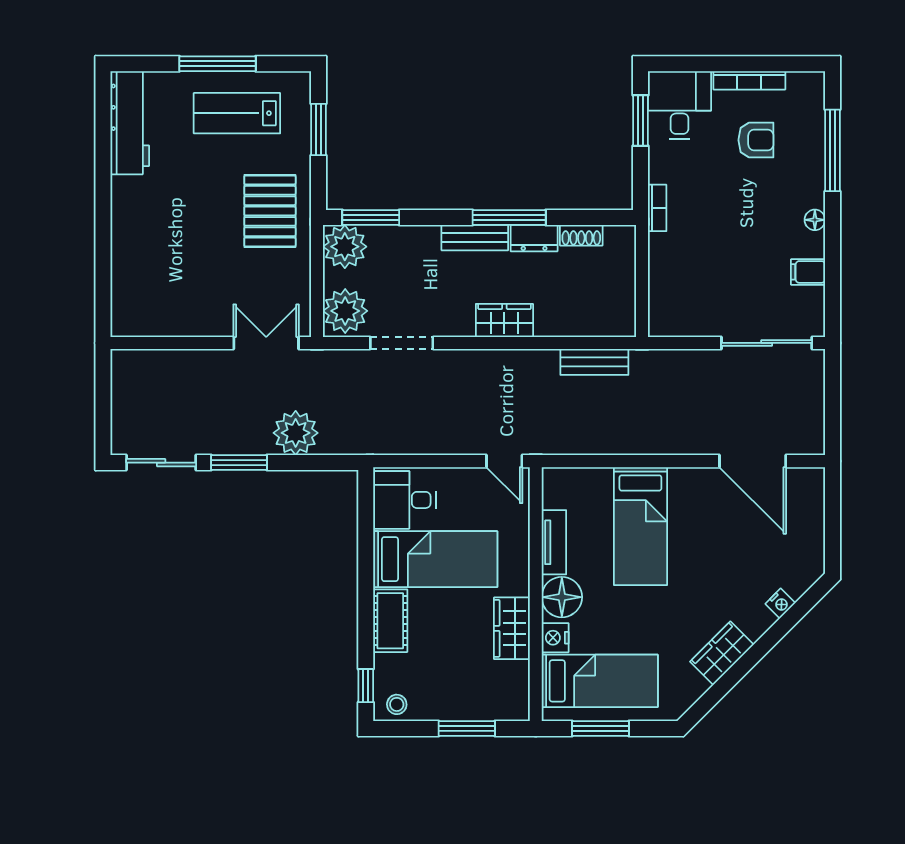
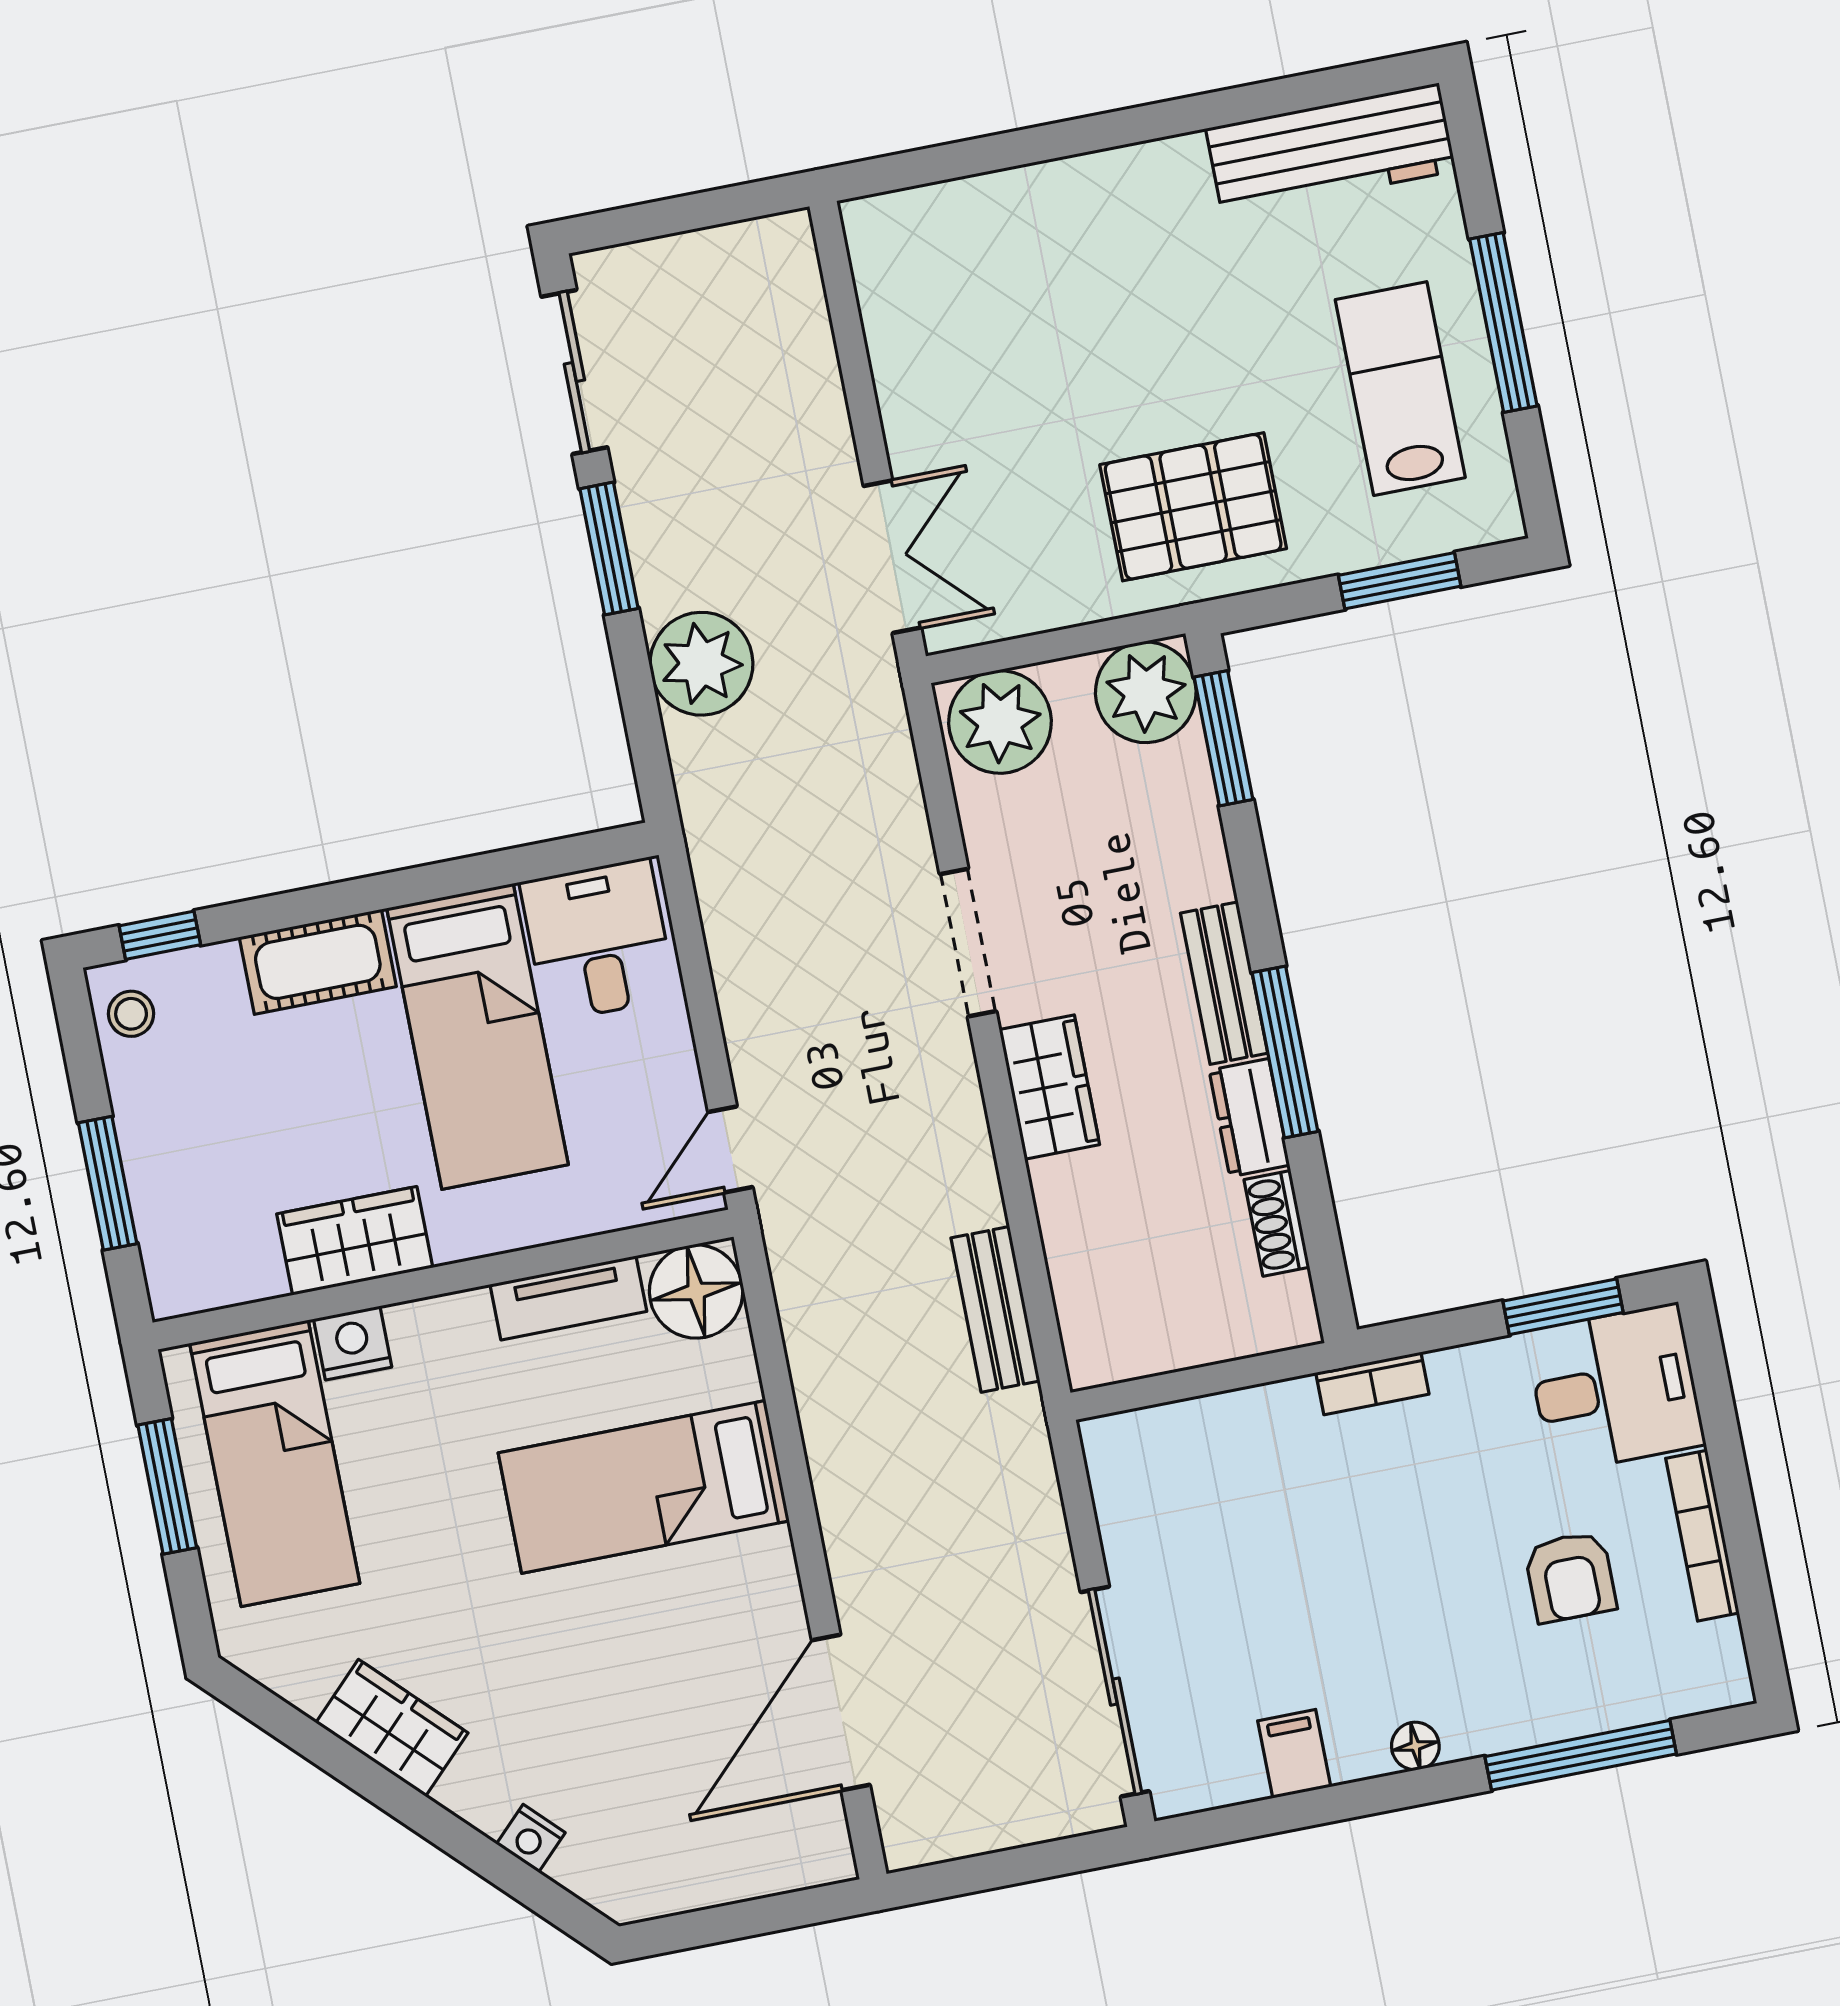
doorway: (402, 343) -> (968, 943), moved
floor lamp: (562, 597) -> (696, 1291), moved

